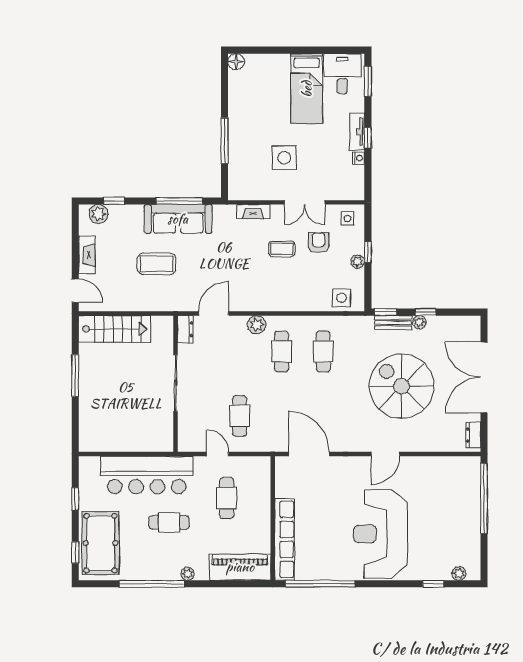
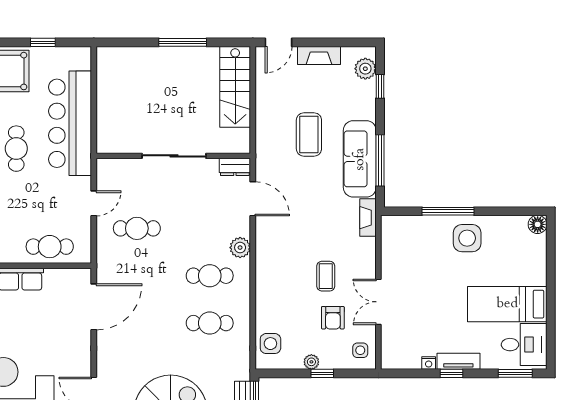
side table: (284, 158) -> (467, 238), moved
fireplace: (253, 212) -> (368, 218), moved
armchair: (319, 243) -> (333, 318), turned 90
cafe table: (227, 498) -> (50, 247), moved

